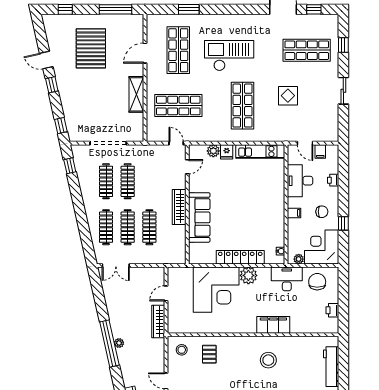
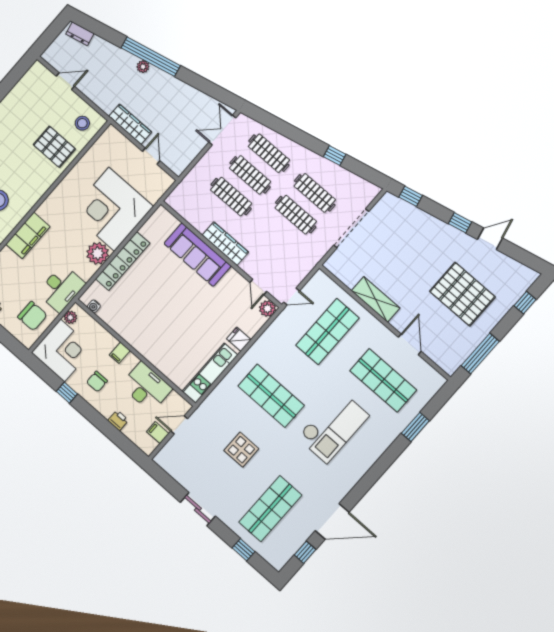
plant: (213, 151) -> (267, 309), moved
window: (70, 166) -> (335, 155), moved
pallet: (209, 354) -> (54, 147), width x1.50, depth x1.42

